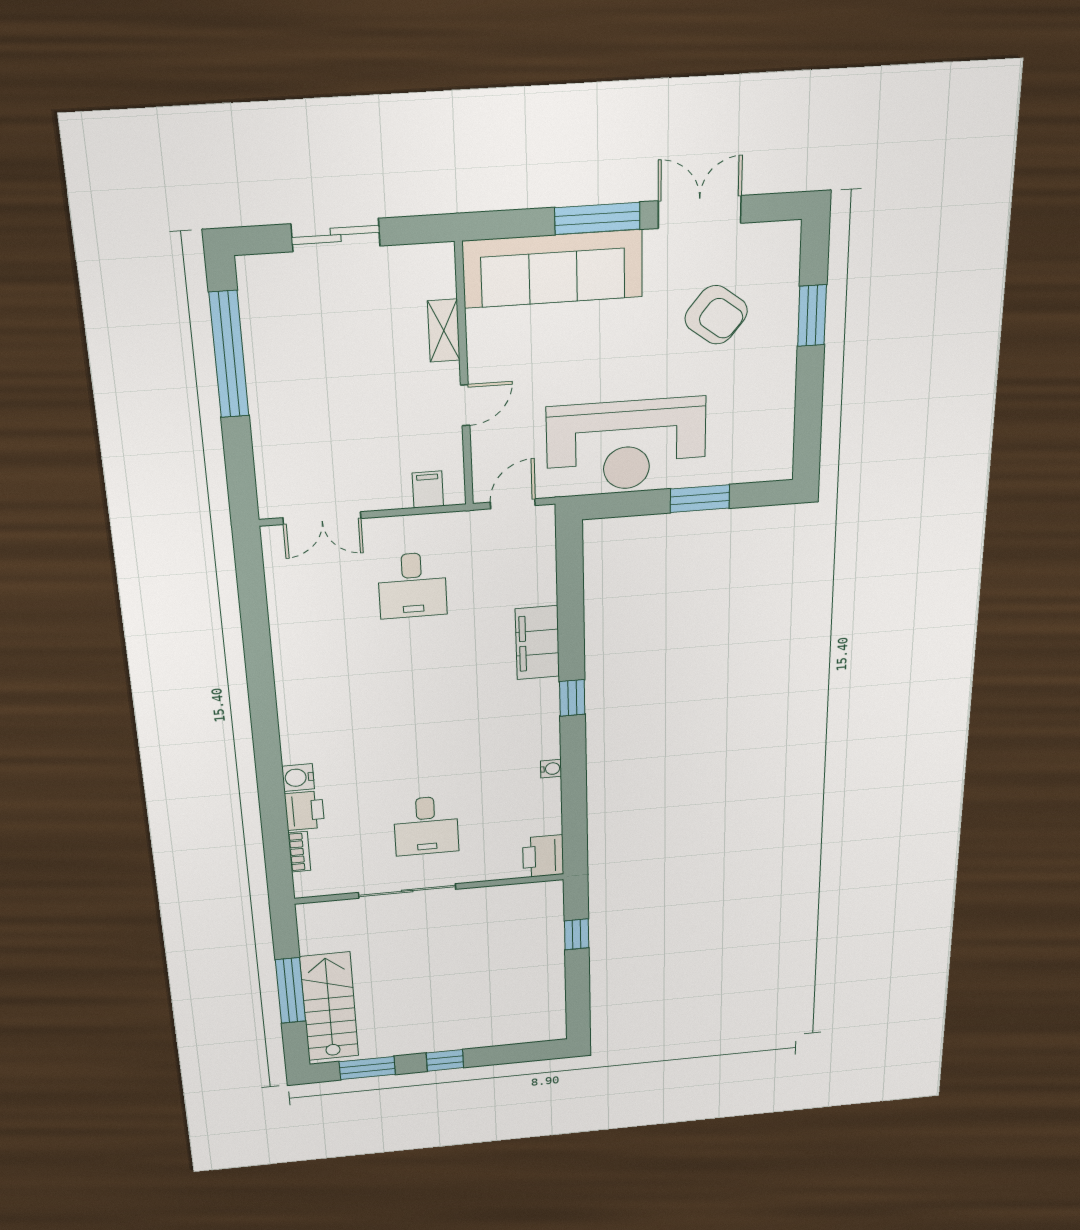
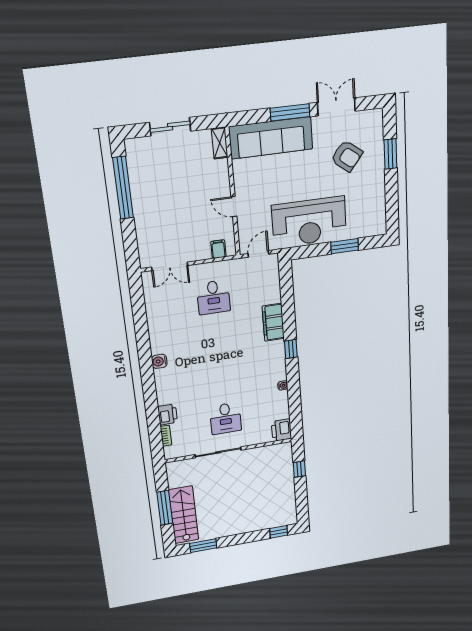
shelving: (444, 331) -> (220, 143), moved
door: (465, 405) -> (234, 207), swing flipped
water cooler: (298, 778) -> (159, 361), moved
window: (445, 1060) -> (279, 532), moved

